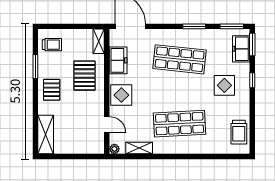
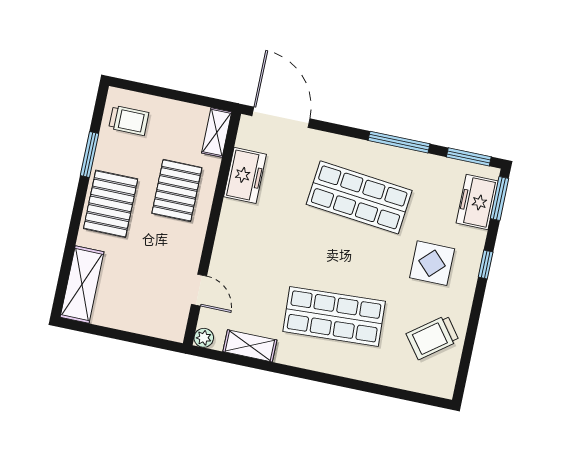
window: (194, 26) -> (399, 142), width x1.44
pallet: (52, 90) -> (111, 204), width x1.50, depth x1.42
display table: (121, 95) -> (237, 241), removed
trolley: (239, 132) -> (433, 337), moved, turned 53

